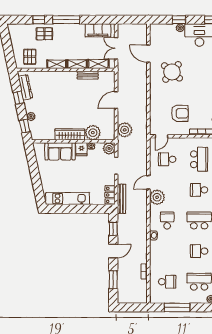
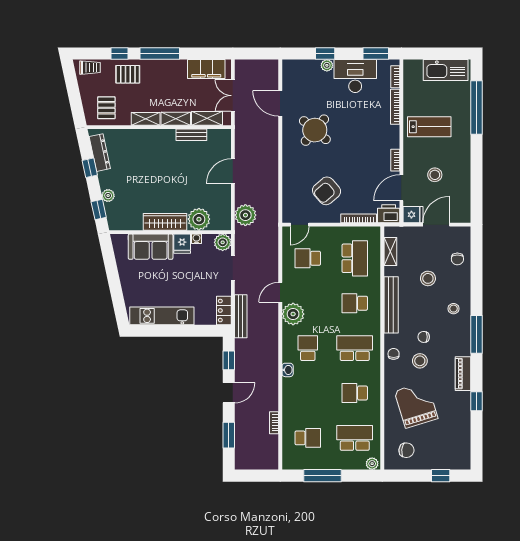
trolley: (19, 29) -> (90, 68), added
armchair: (180, 113) -> (327, 191), turned 139

